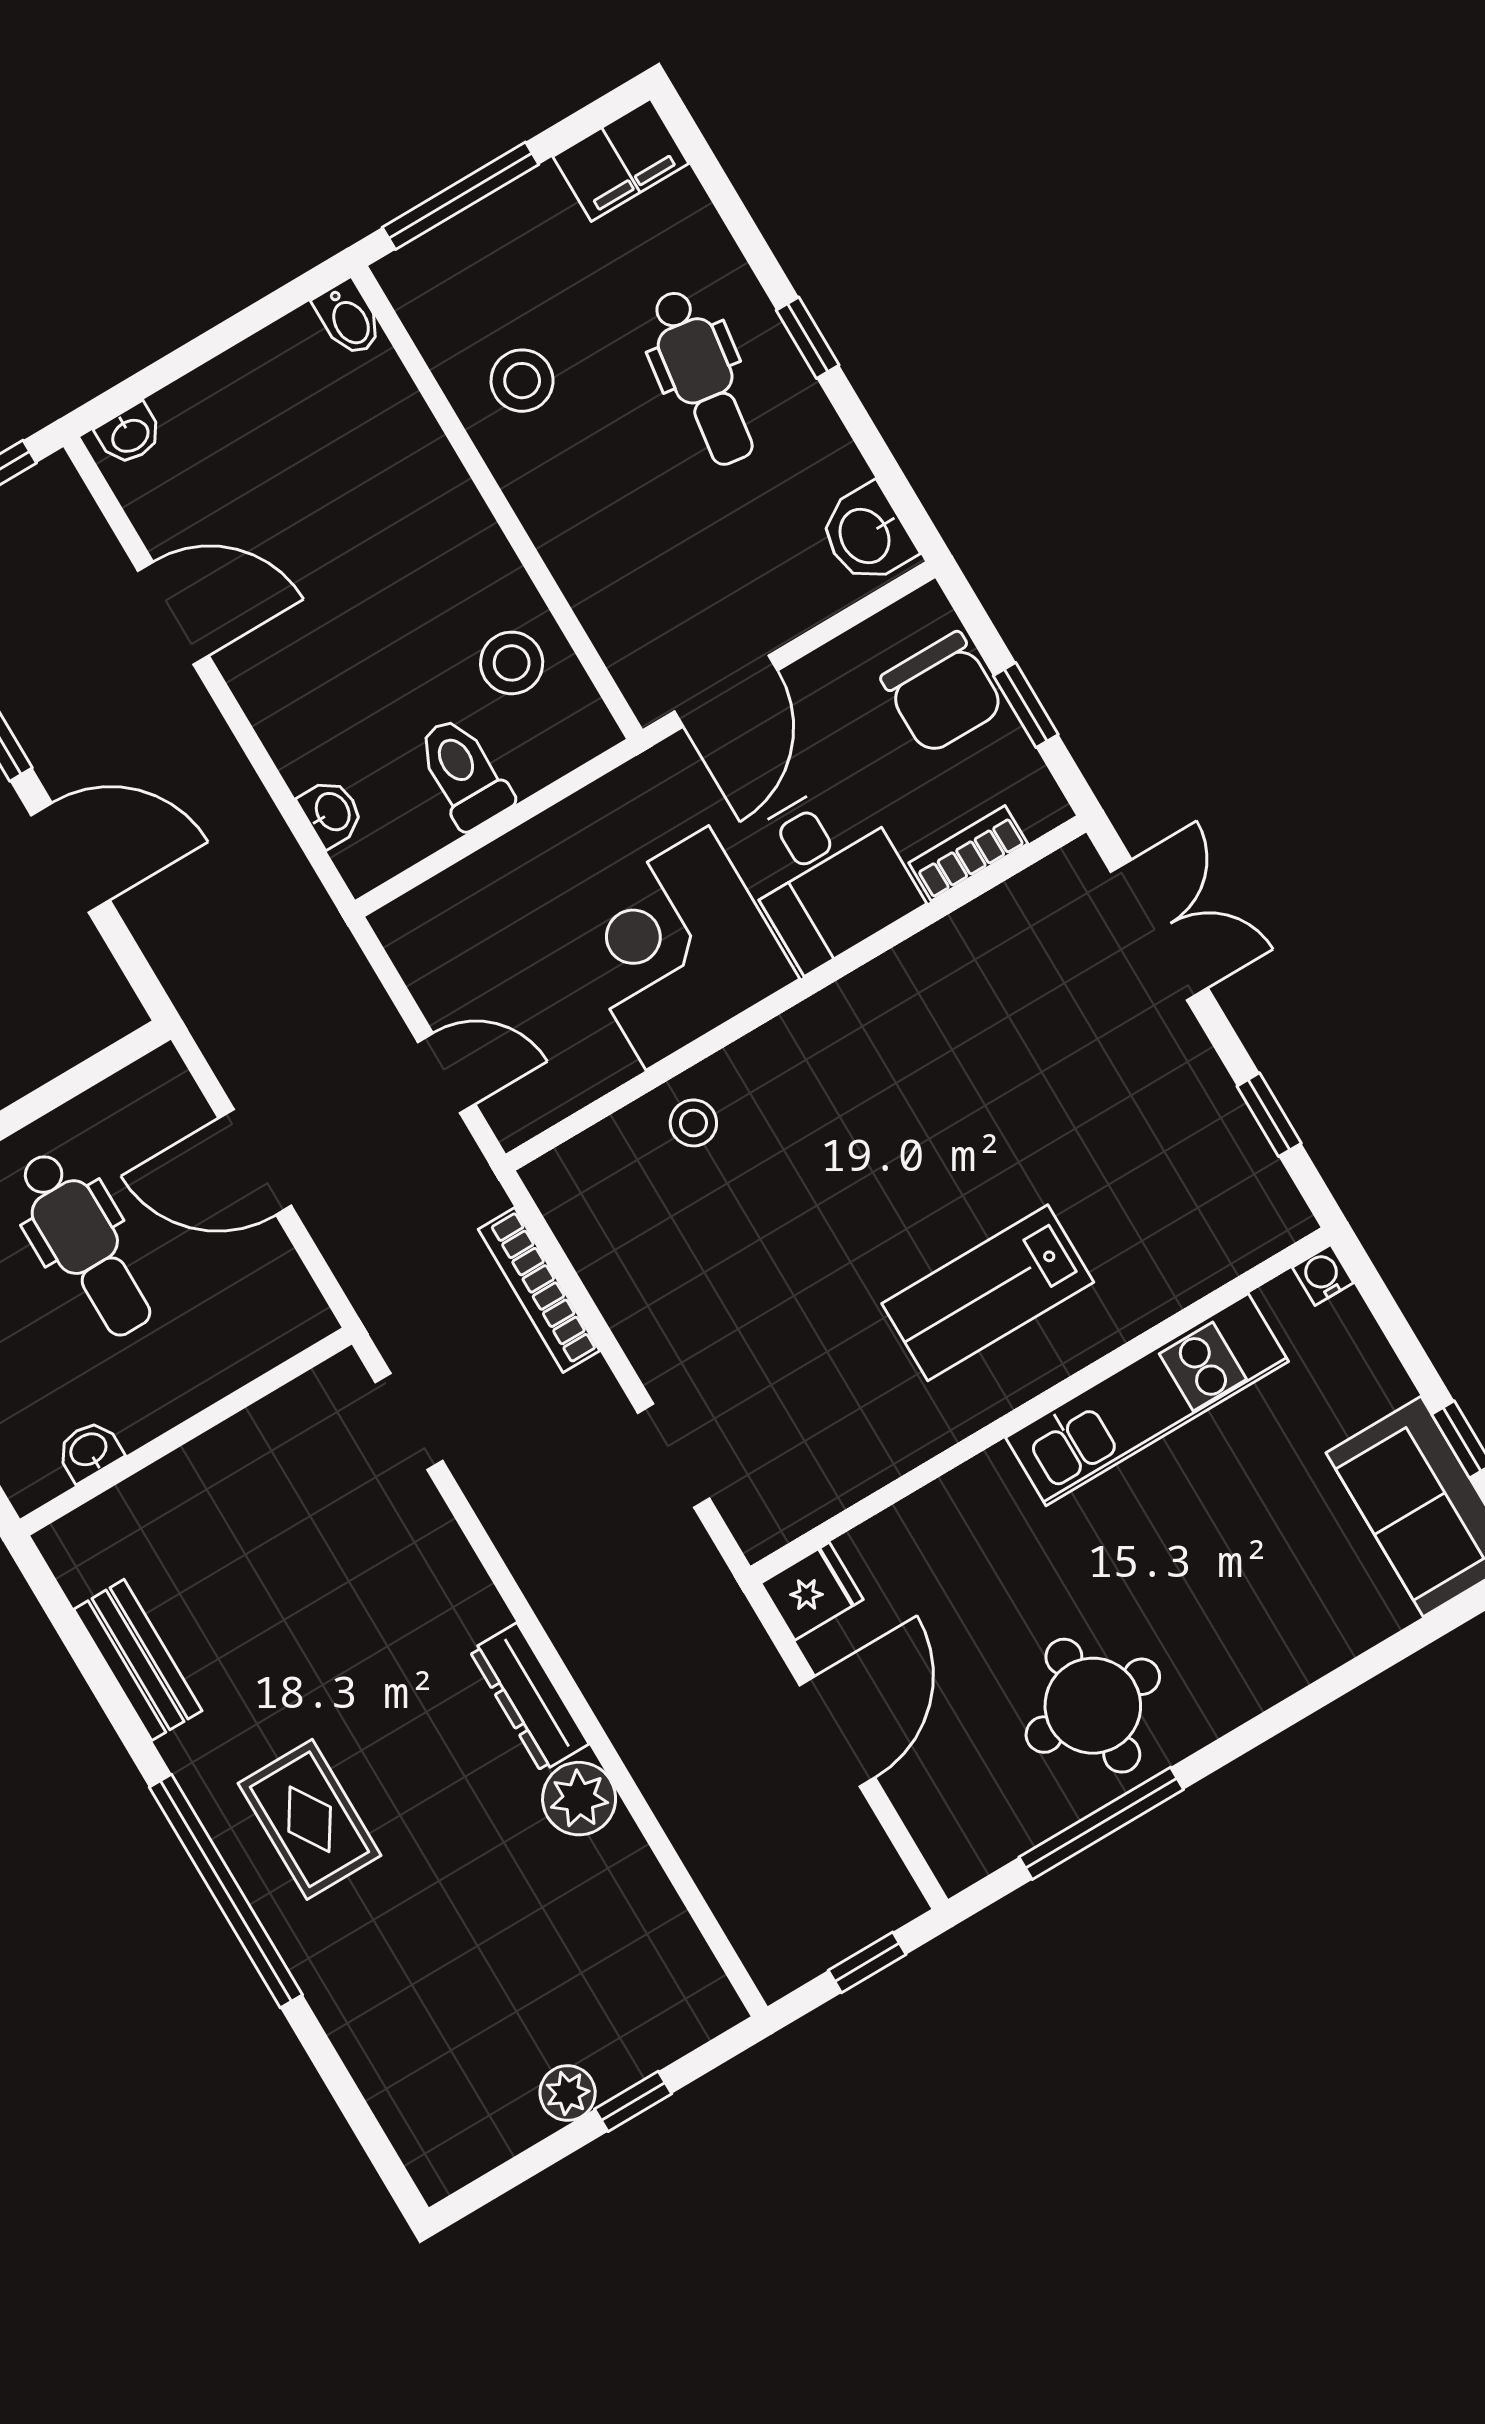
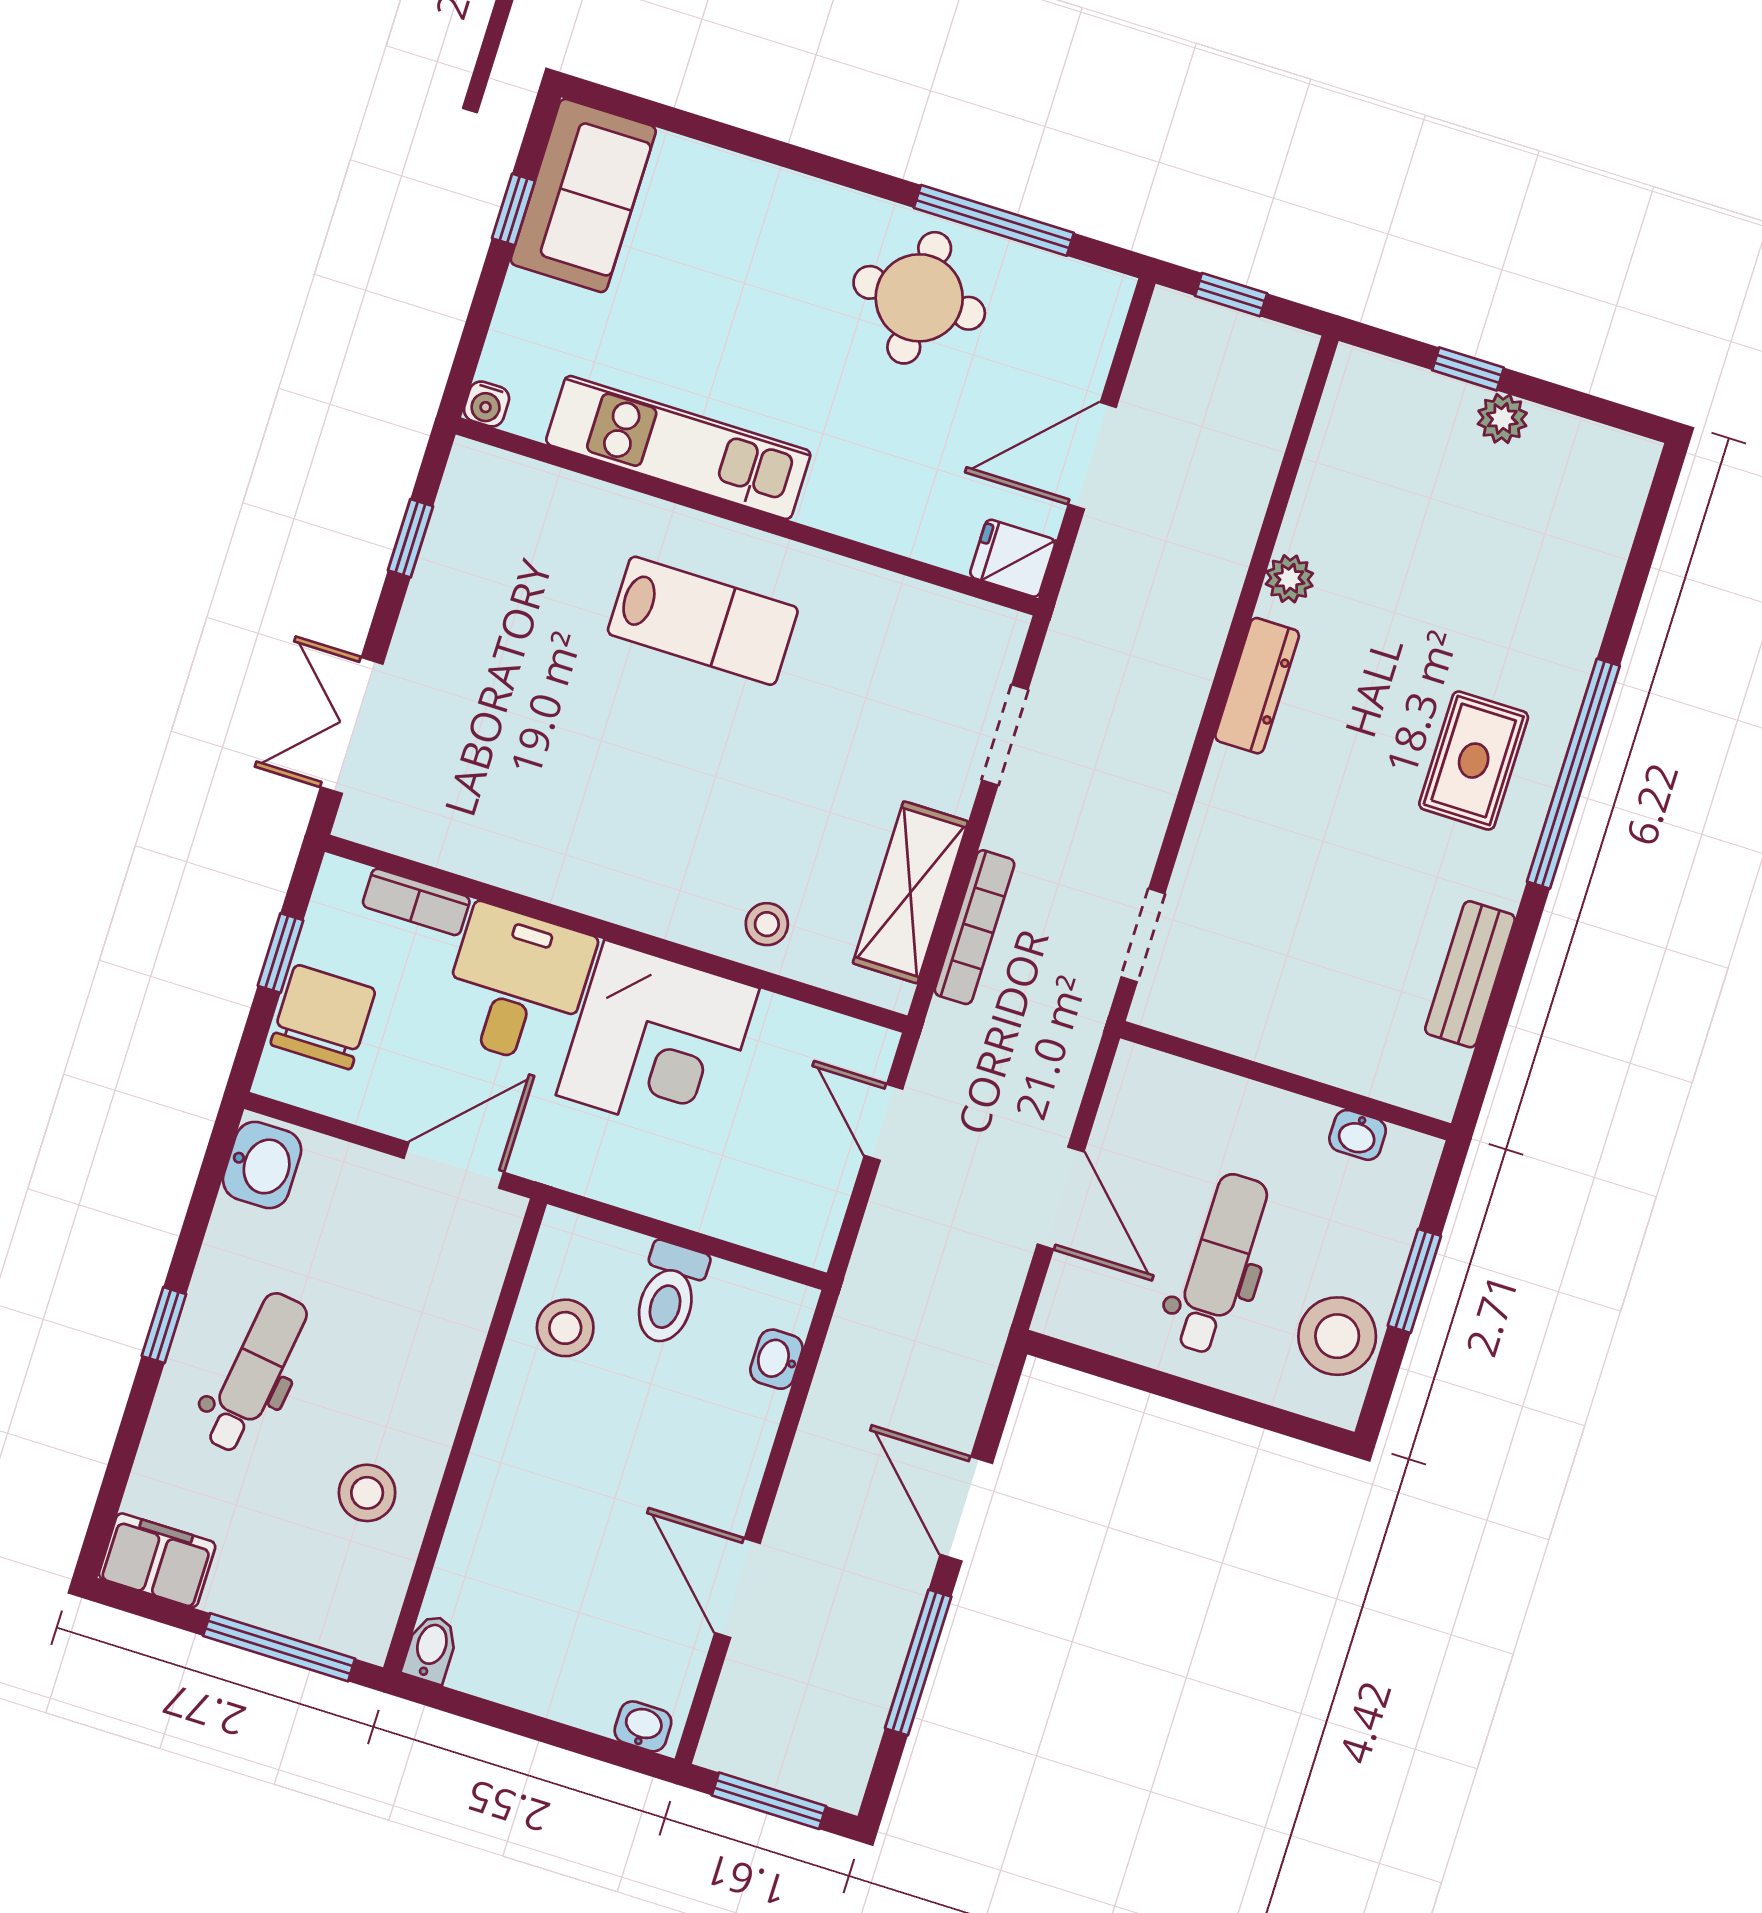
shelving: (614, 1263) -> (910, 892), added
plant: (579, 1799) -> (1289, 579), width x0.73, depth x0.73

